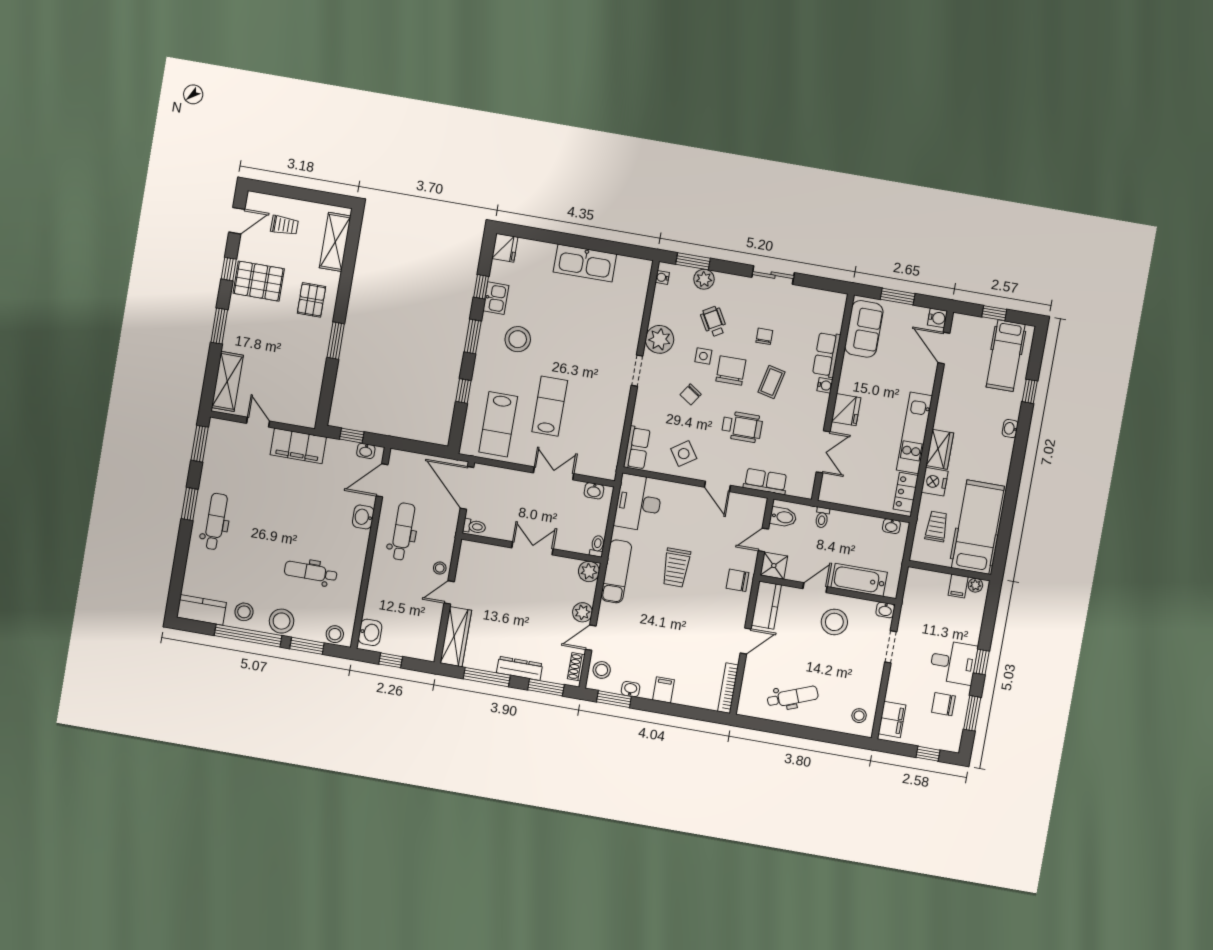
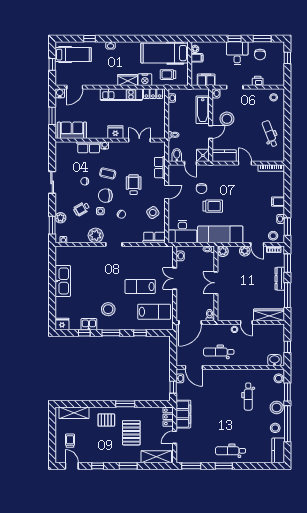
pallet: (259, 281) -> (131, 433), moved
locker: (298, 416) -> (168, 417), added
washbasin: (363, 517) -> (215, 374), removed
exam couch: (616, 571) -> (220, 234), width x1.36, depth x1.45
chair: (738, 580) -> (201, 189), moved
door: (815, 588) -> (211, 132), swing flipped
printer: (895, 691) -> (258, 81), added
filing cabinet: (892, 719) -> (206, 80), moved

